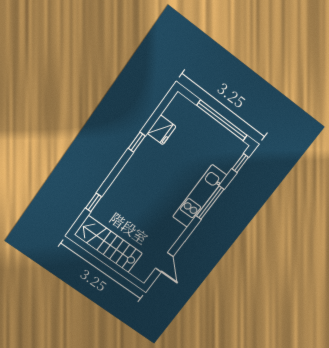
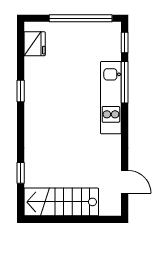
fridge: (162, 130) -> (35, 44), moved
window: (210, 203) -> (125, 82), moved

